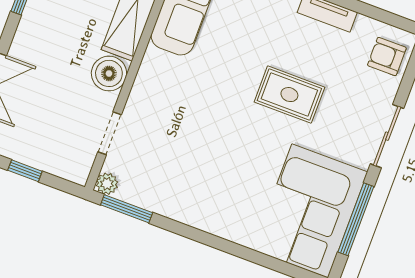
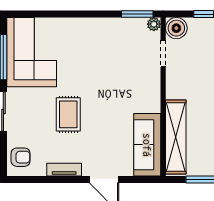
boiler: (109, 73) -> (176, 28), moved
rug: (289, 95) -> (68, 114), turned 90

